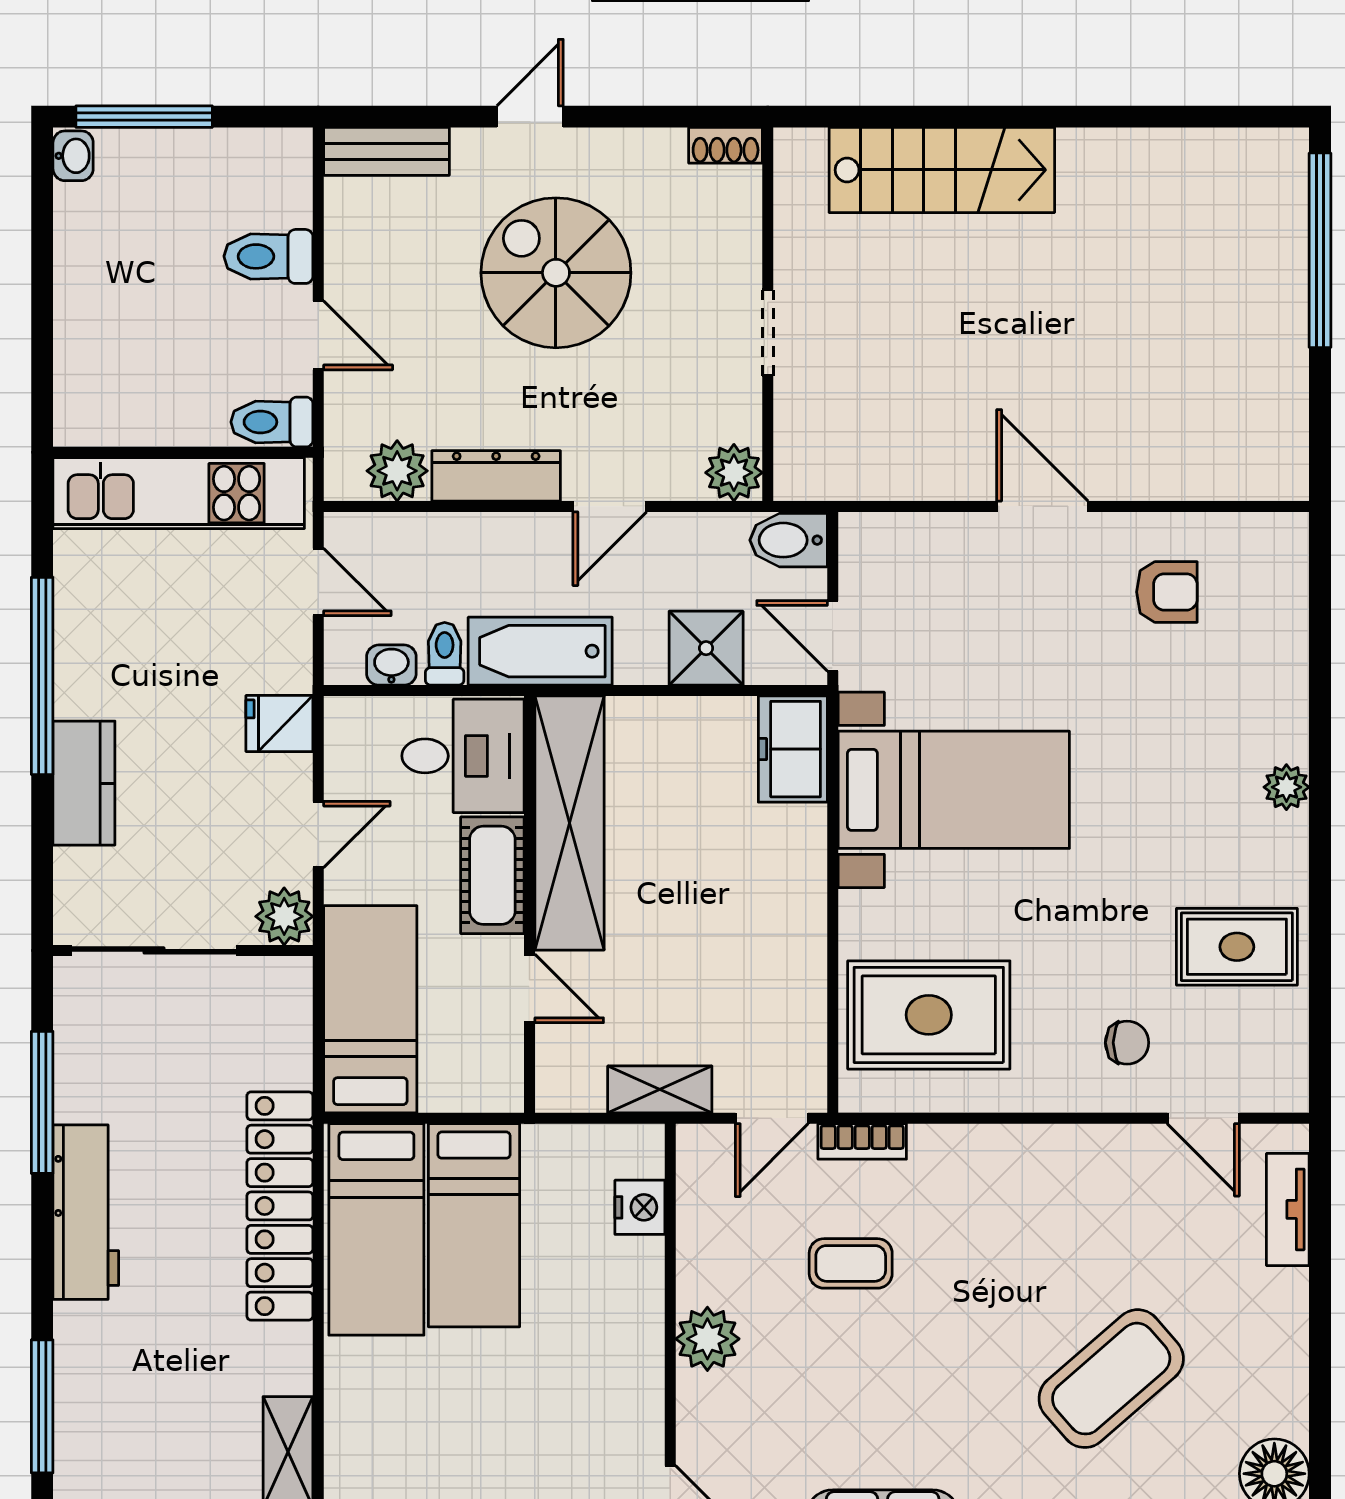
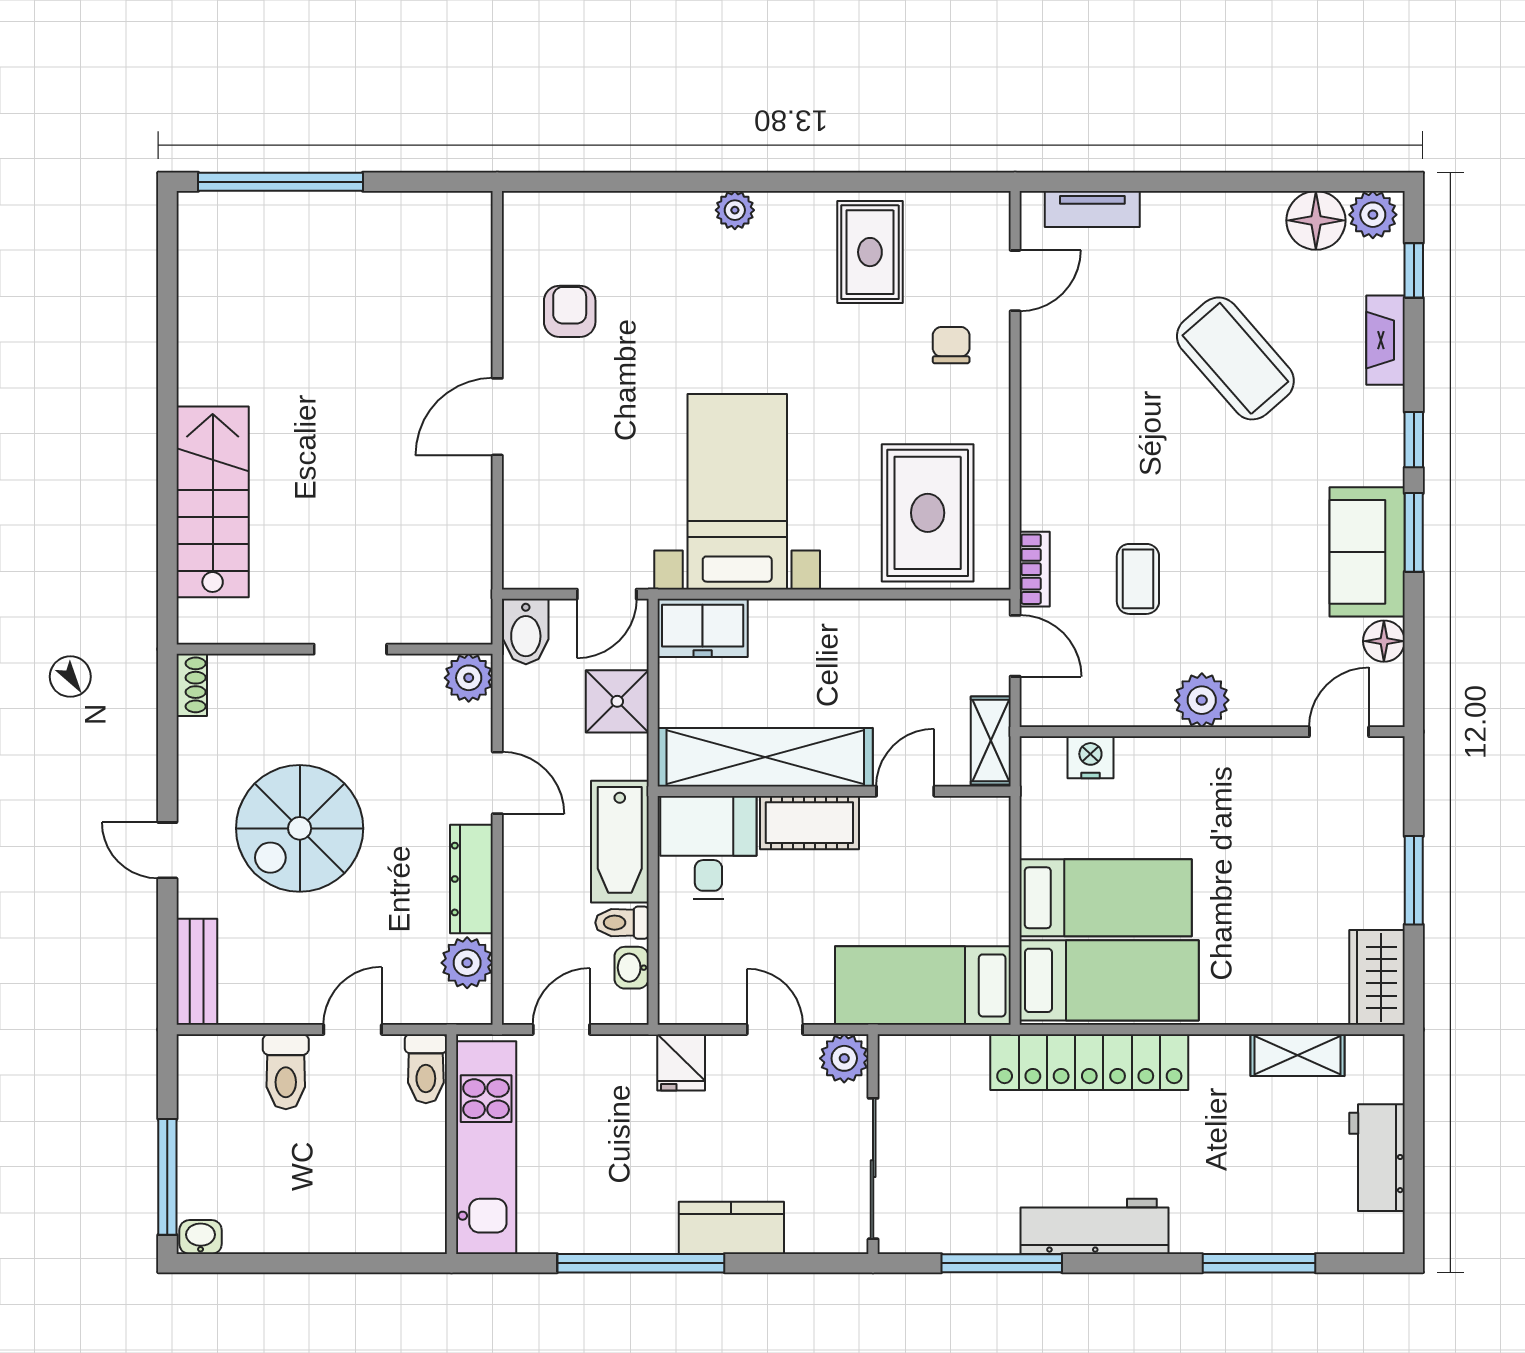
desk: (463, 756) -> (708, 848), moved
shelving: (570, 823) -> (765, 757), moved
cot: (492, 875) -> (809, 823), moved
wall: (529, 904) -> (834, 791), moved
door: (529, 988) -> (905, 791), moved

